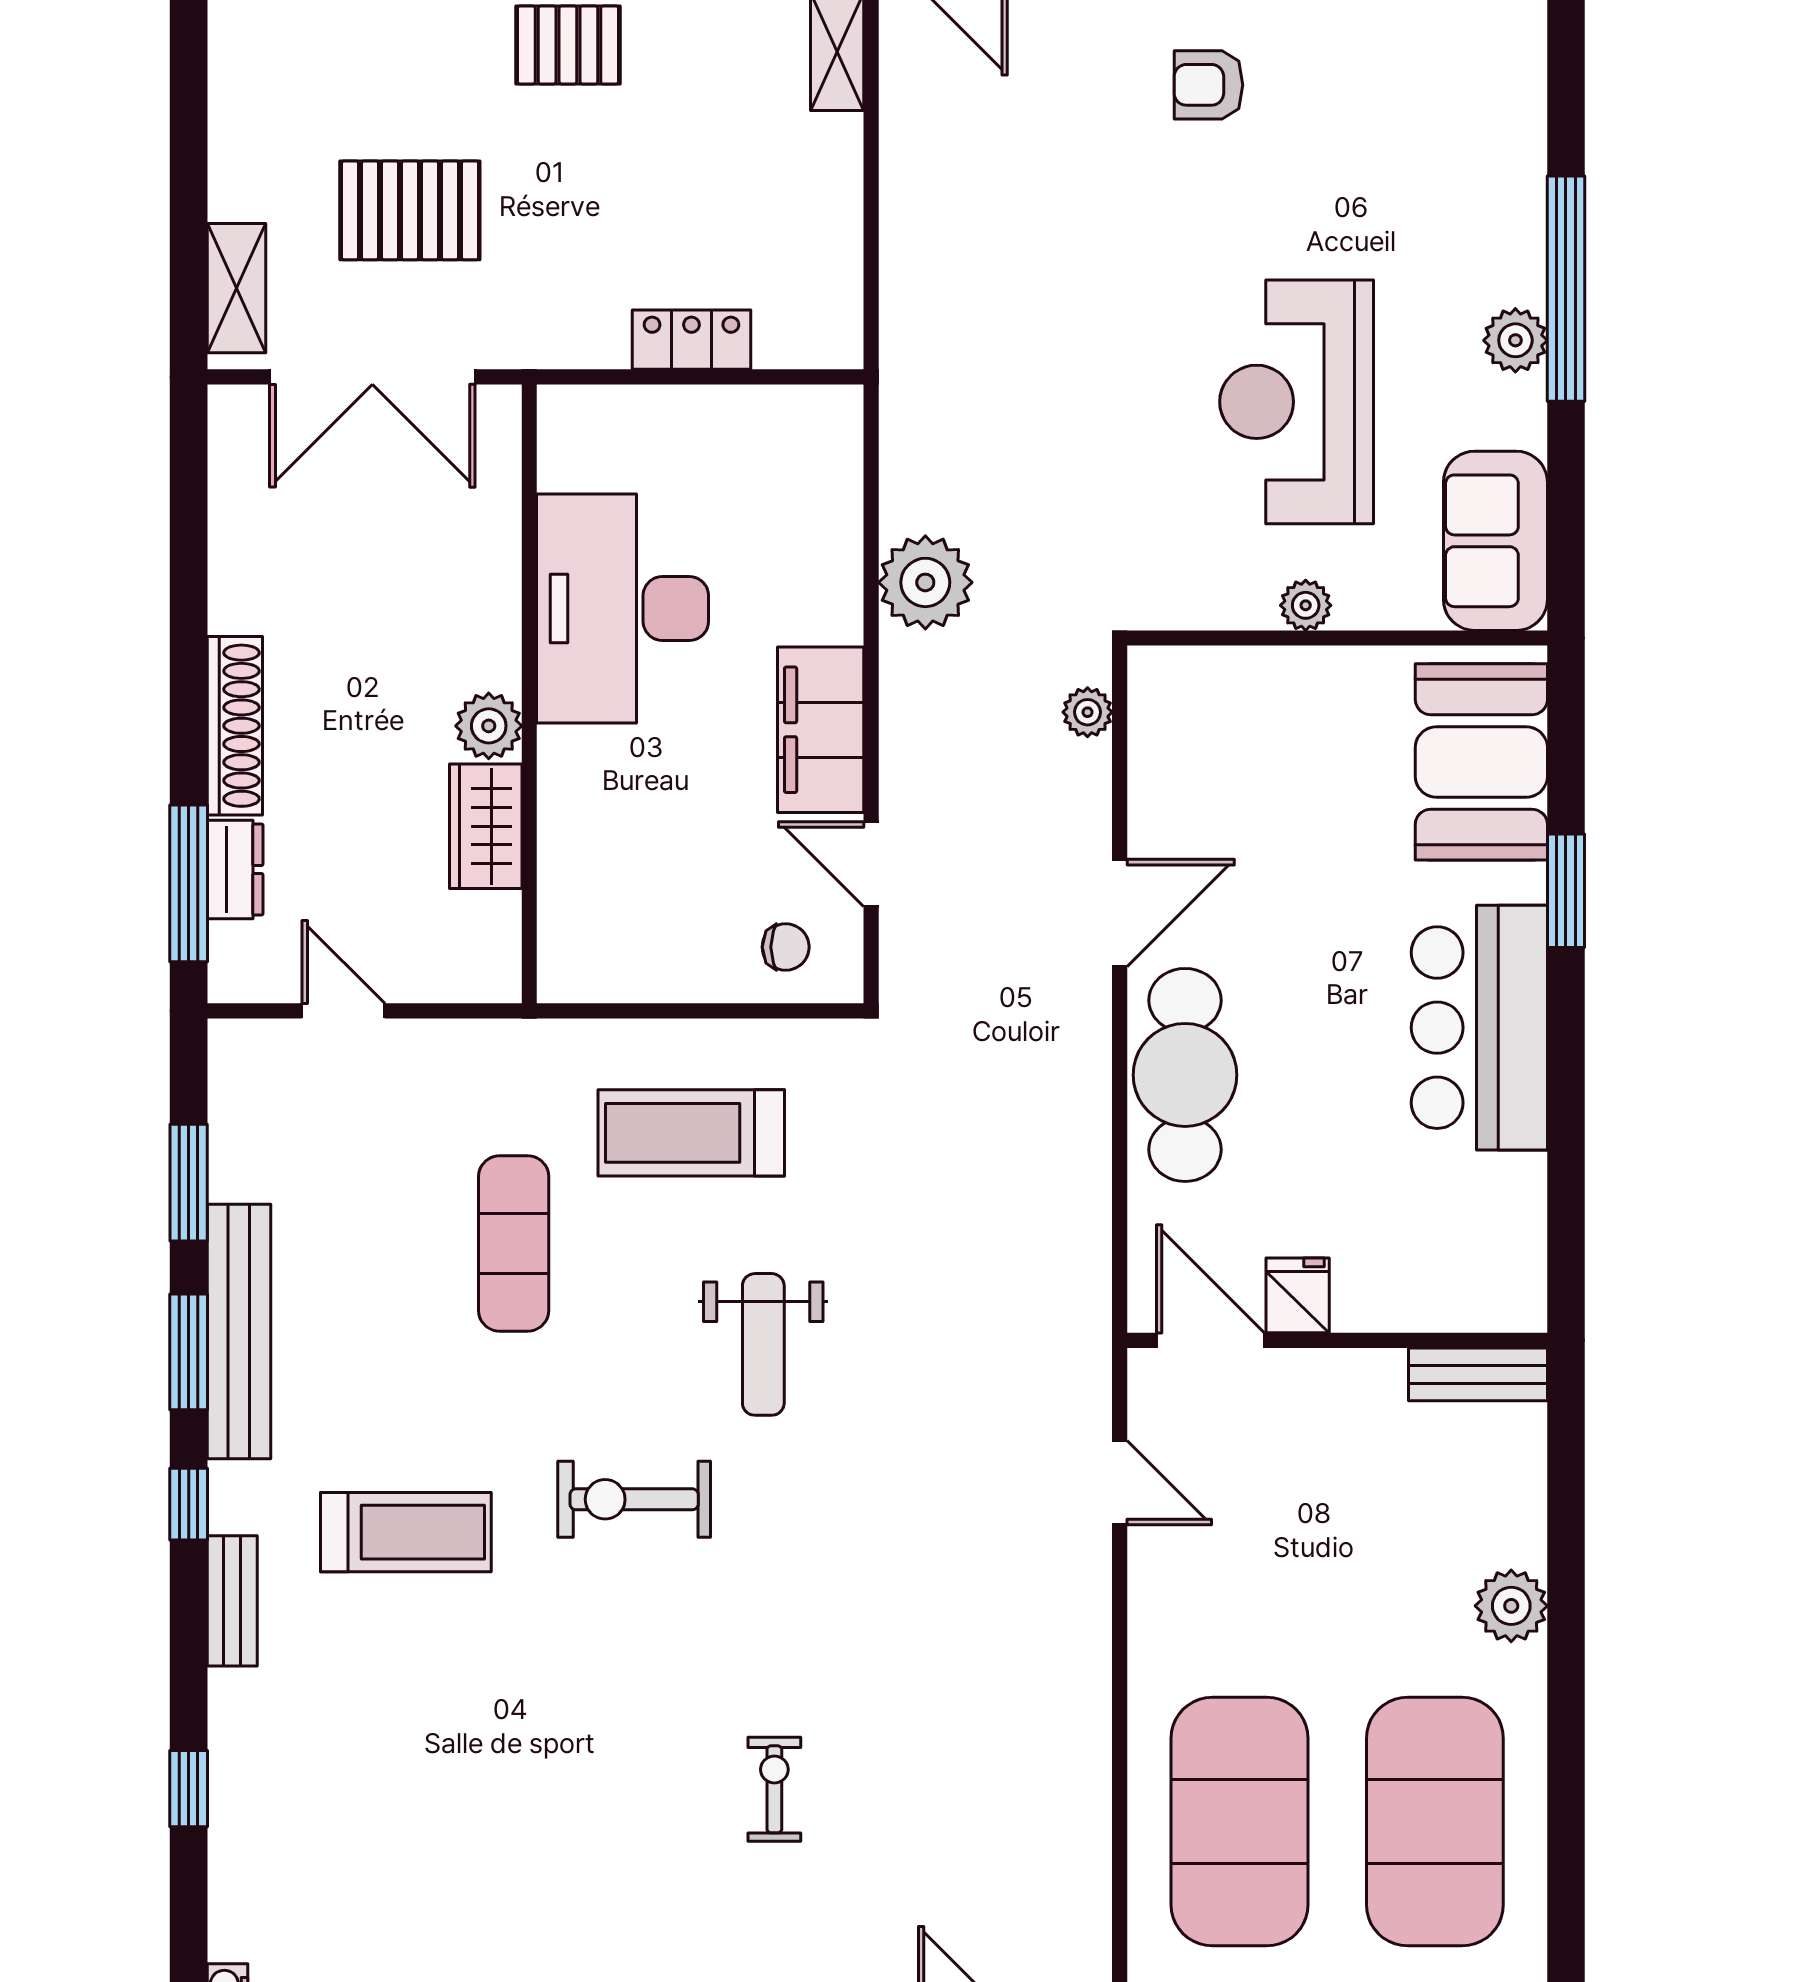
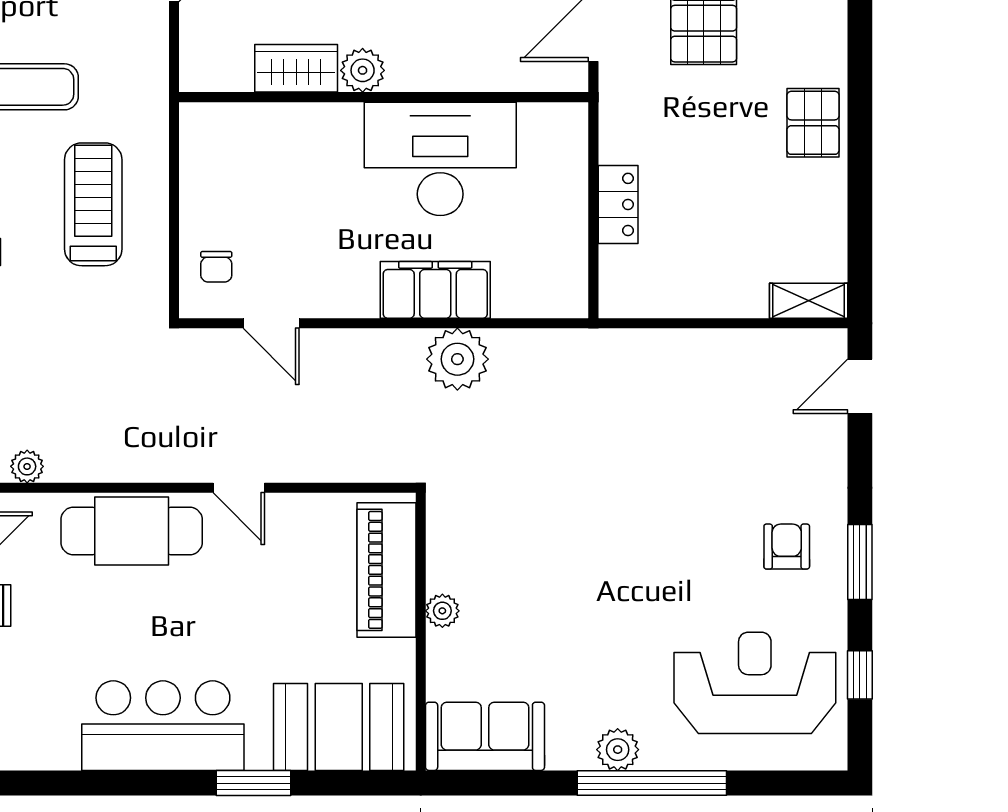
reception desk: (1297, 402) -> (755, 683), moved
piano: (1244, 690) -> (386, 570), added
plant: (1088, 712) -> (27, 466), moved
filing cabinet: (821, 730) -> (435, 290), moved
door: (871, 864) -> (271, 323), swing flipped
door: (1120, 913) -> (239, 488), width x0.73

